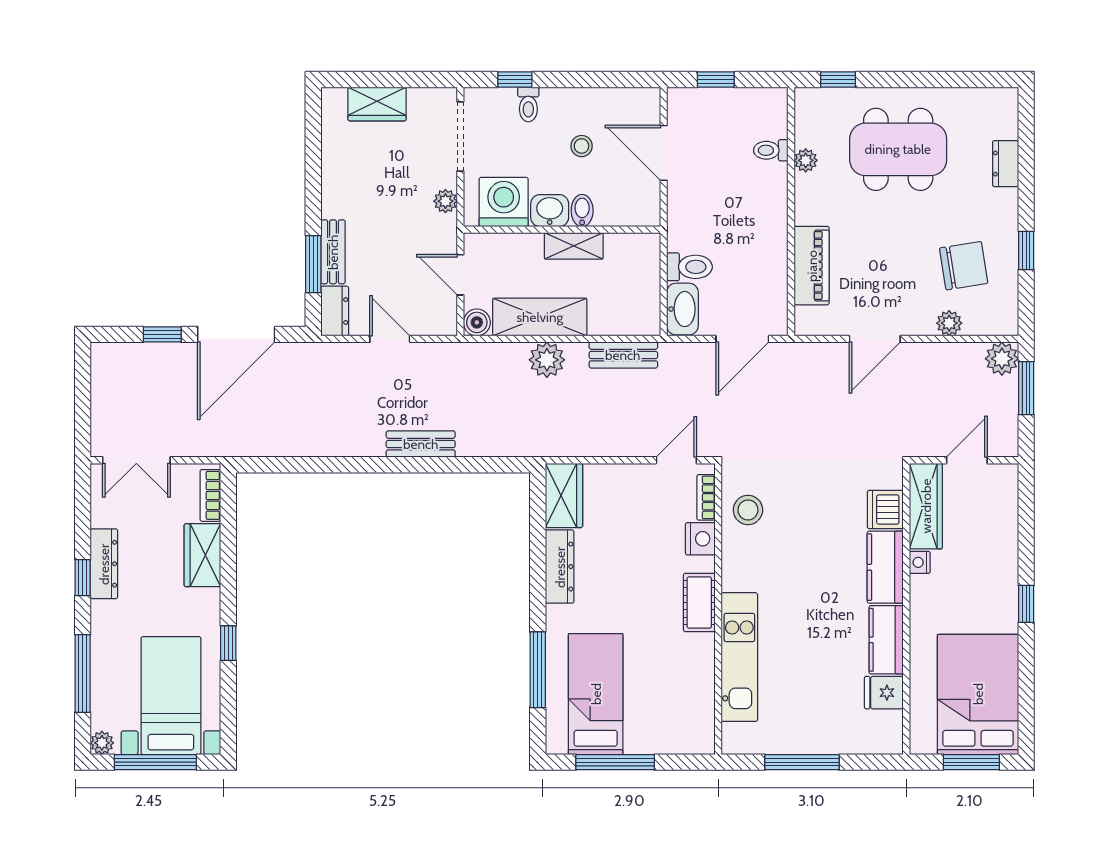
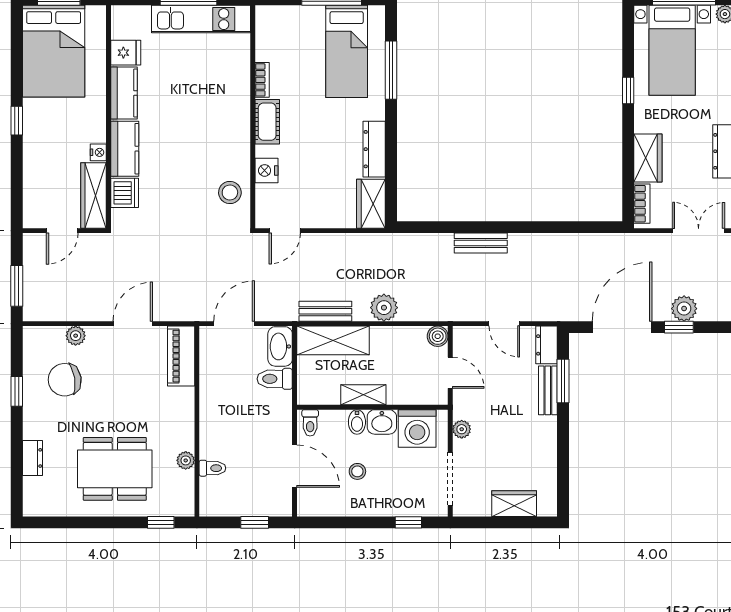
toilet: (528, 104) -> (310, 423), moved, turned 180
piano: (812, 266) -> (181, 356), moved
shelving: (540, 317) -> (333, 340), moved
plant: (1002, 359) -> (684, 309), moved
bookcase: (706, 497) -> (262, 80), moved
kitchen unit: (739, 657) -> (201, 19), moved, turned -90

